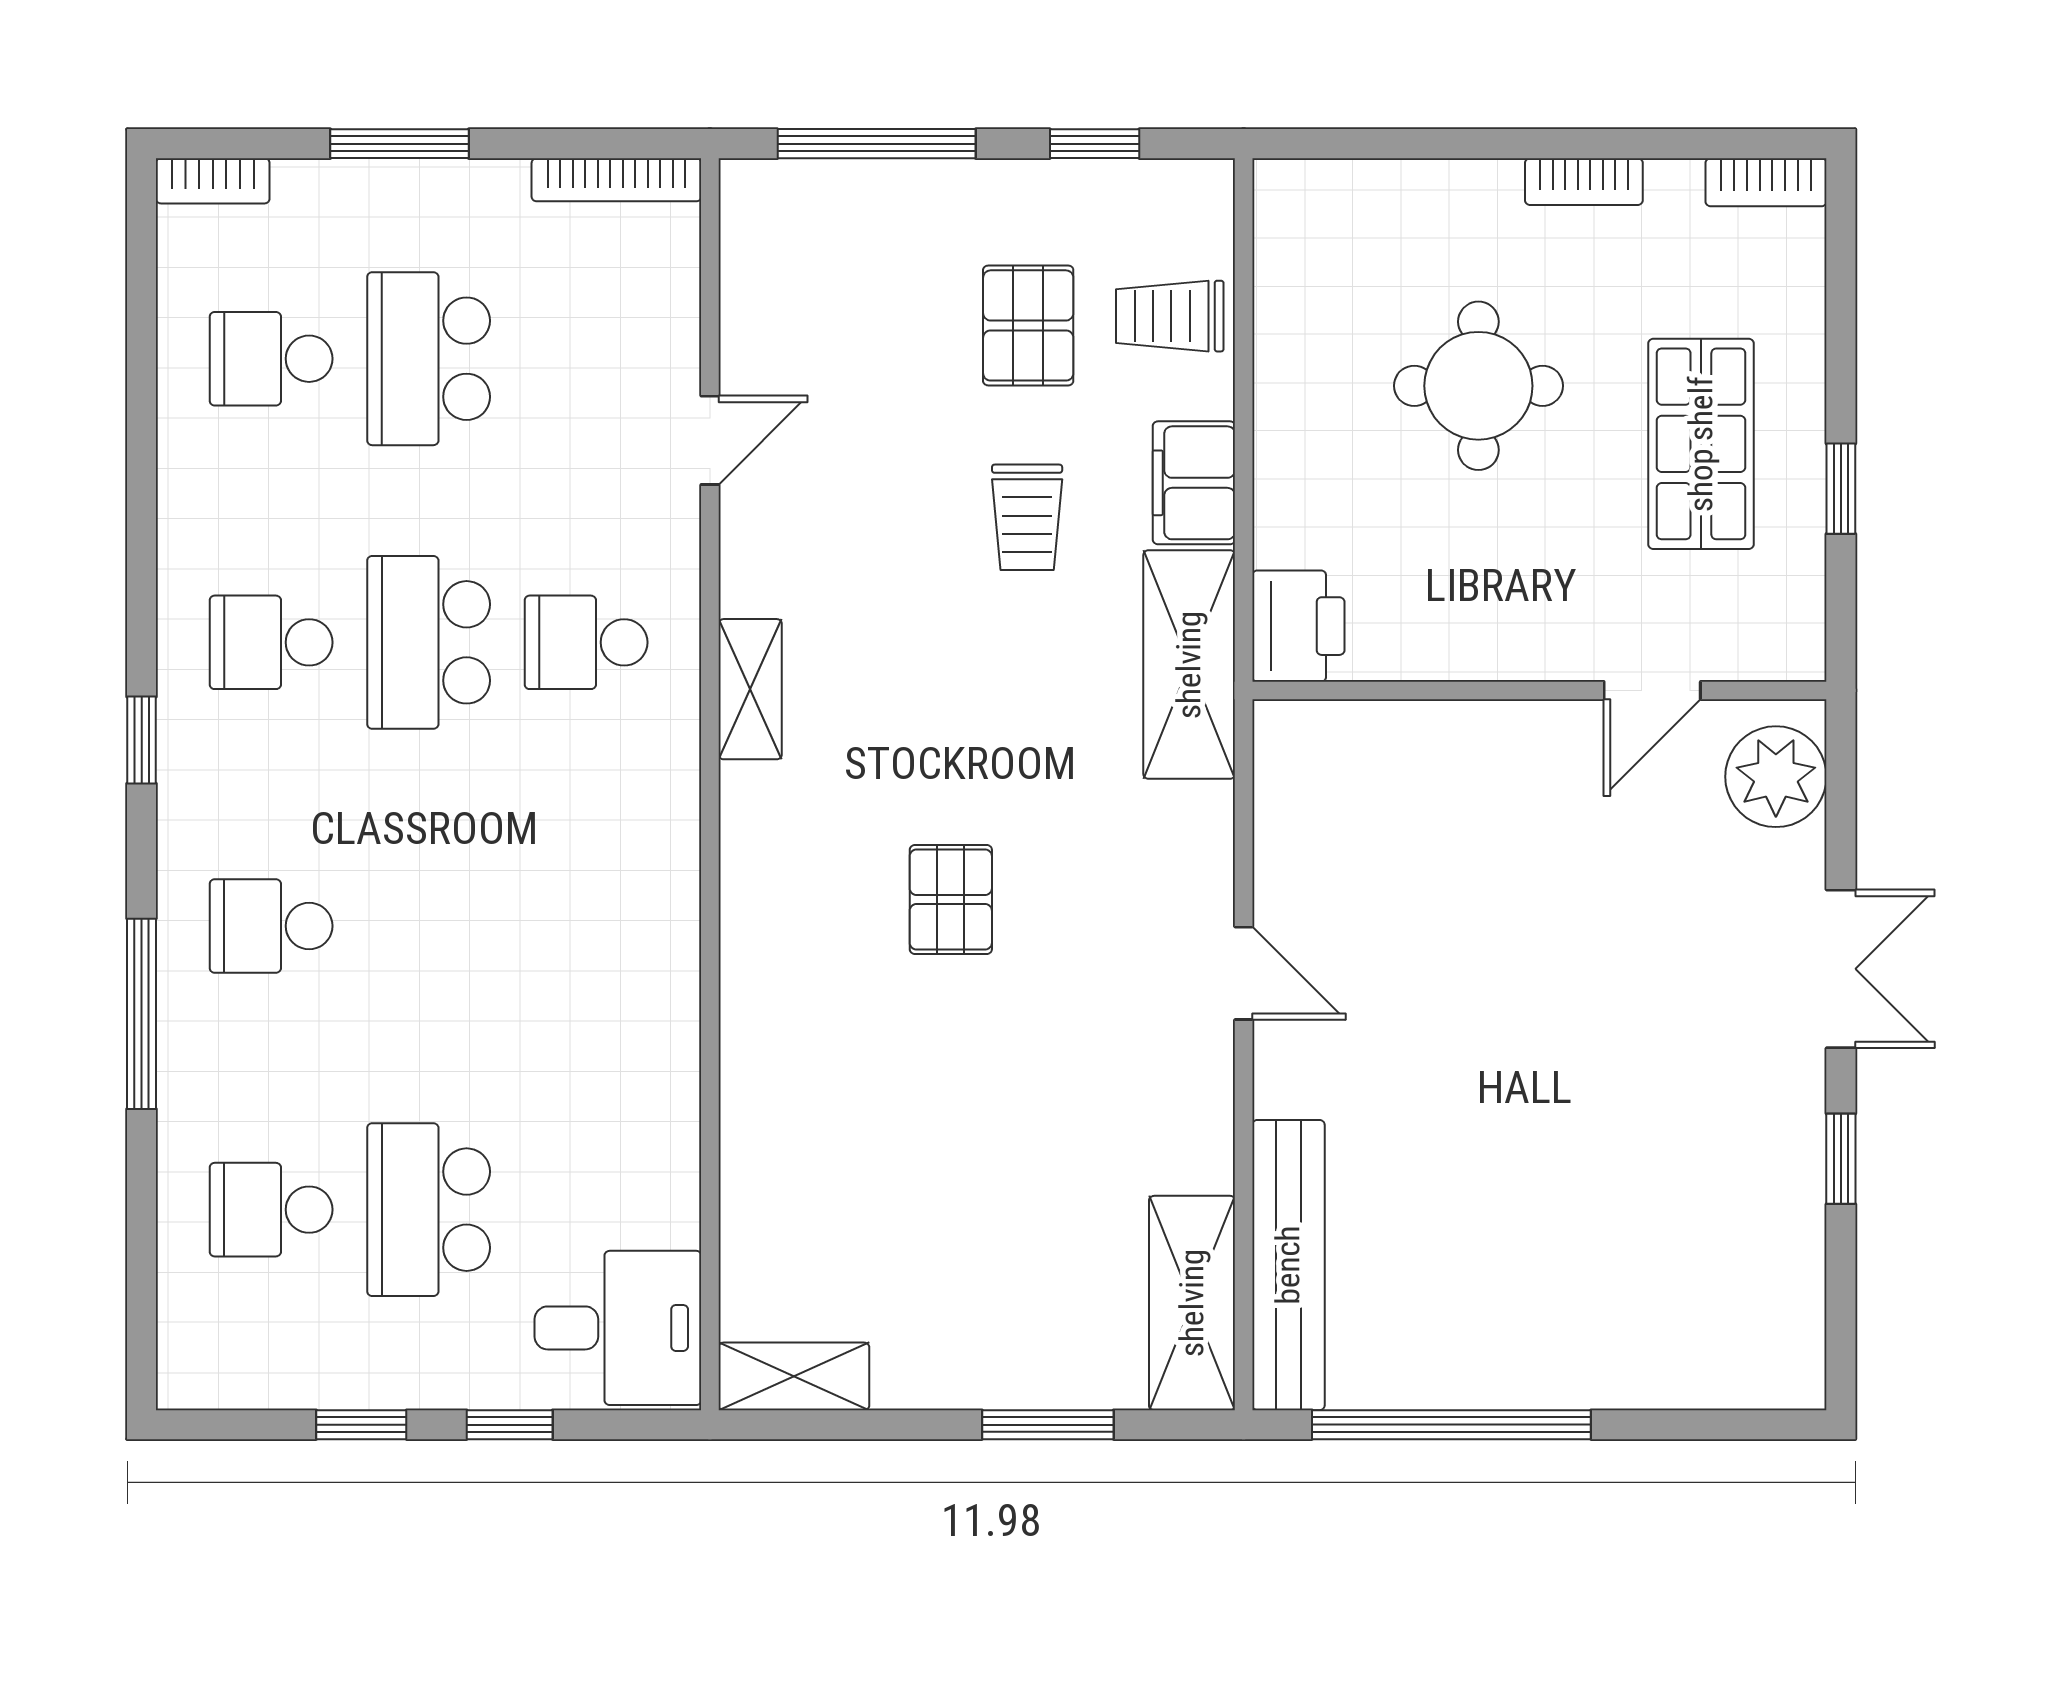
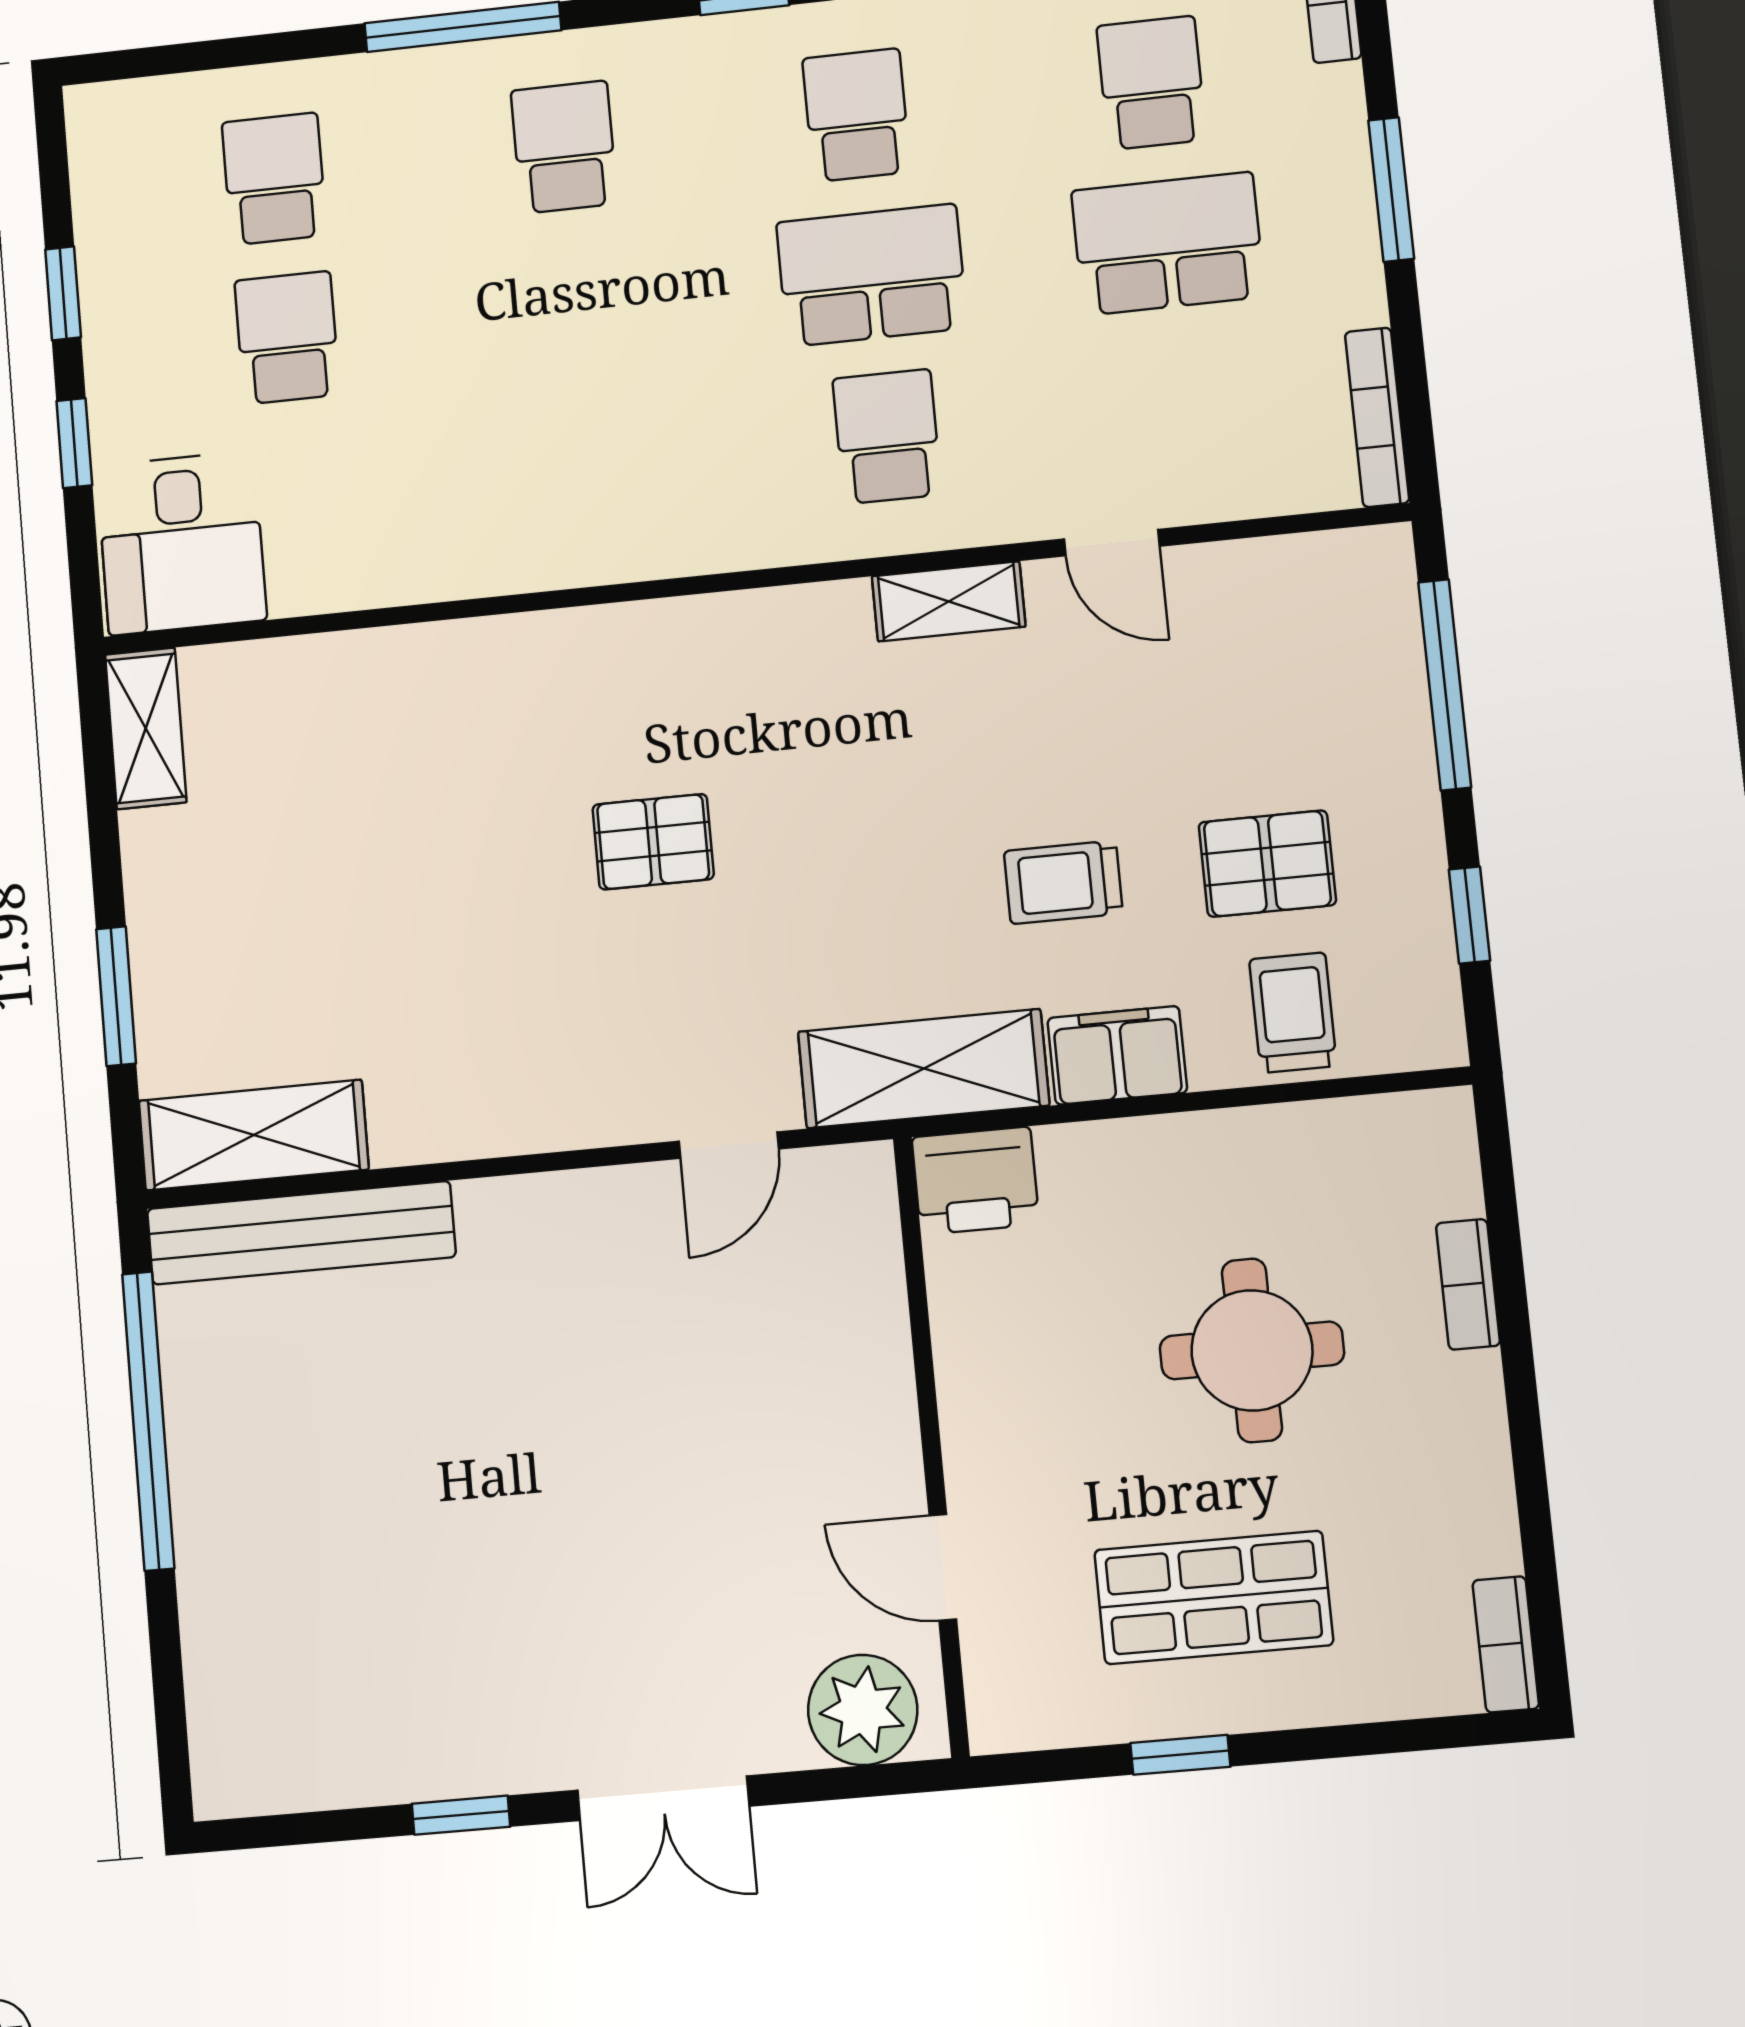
bookcase: (1584, 182) -> (1468, 1284), moved
shelving: (750, 689) -> (949, 601), moved
door: (1244, 973) -> (729, 1145), moved
school desk: (429, 1210) -> (287, 338), width x0.54

